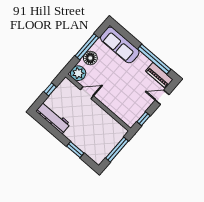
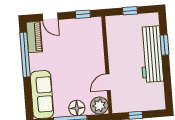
door: (87, 93) -> (108, 82), hinge flipped
workbench: (53, 118) -> (151, 54), moved, width x1.36, depth x1.32
window: (117, 150) -> (130, 11), width x0.46

